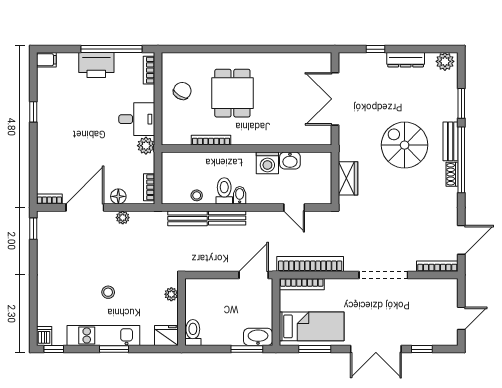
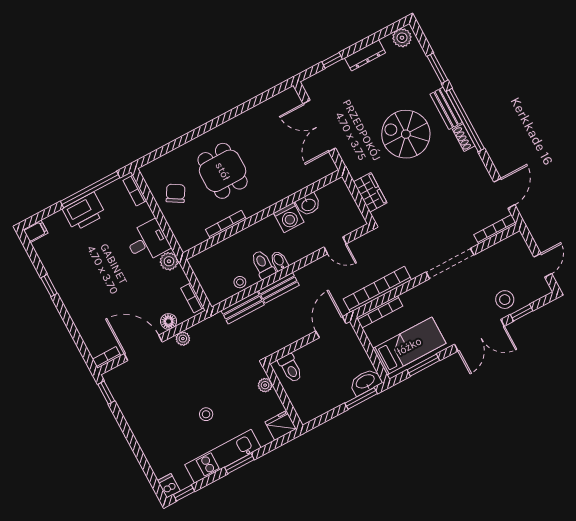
door: (85, 207) -> (143, 348), hinge flipped
stool: (414, 330) -> (505, 300), added
toilet: (193, 333) -> (290, 368), moved, turned 180

